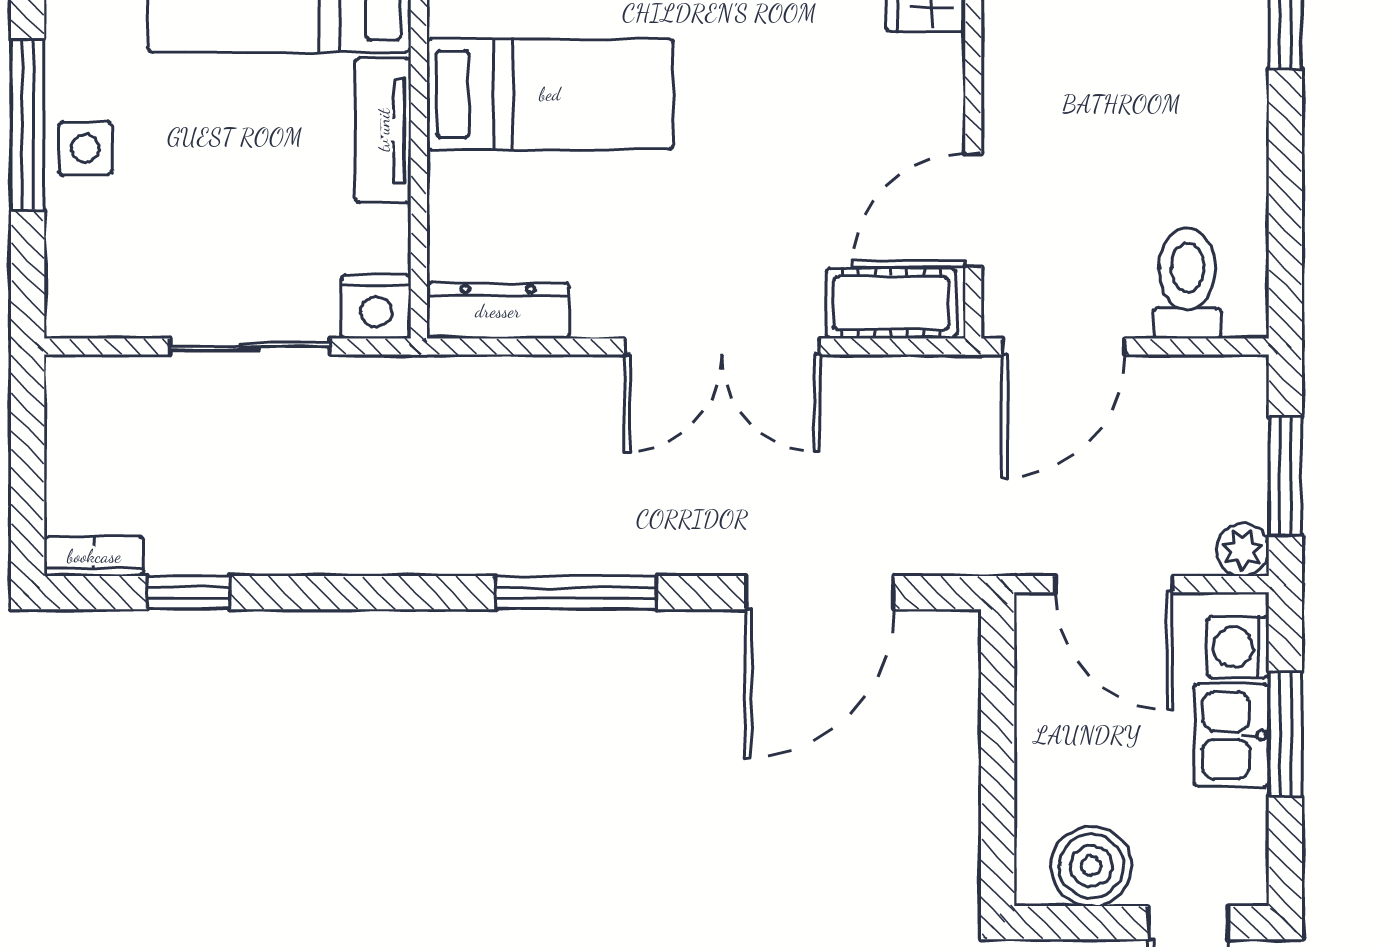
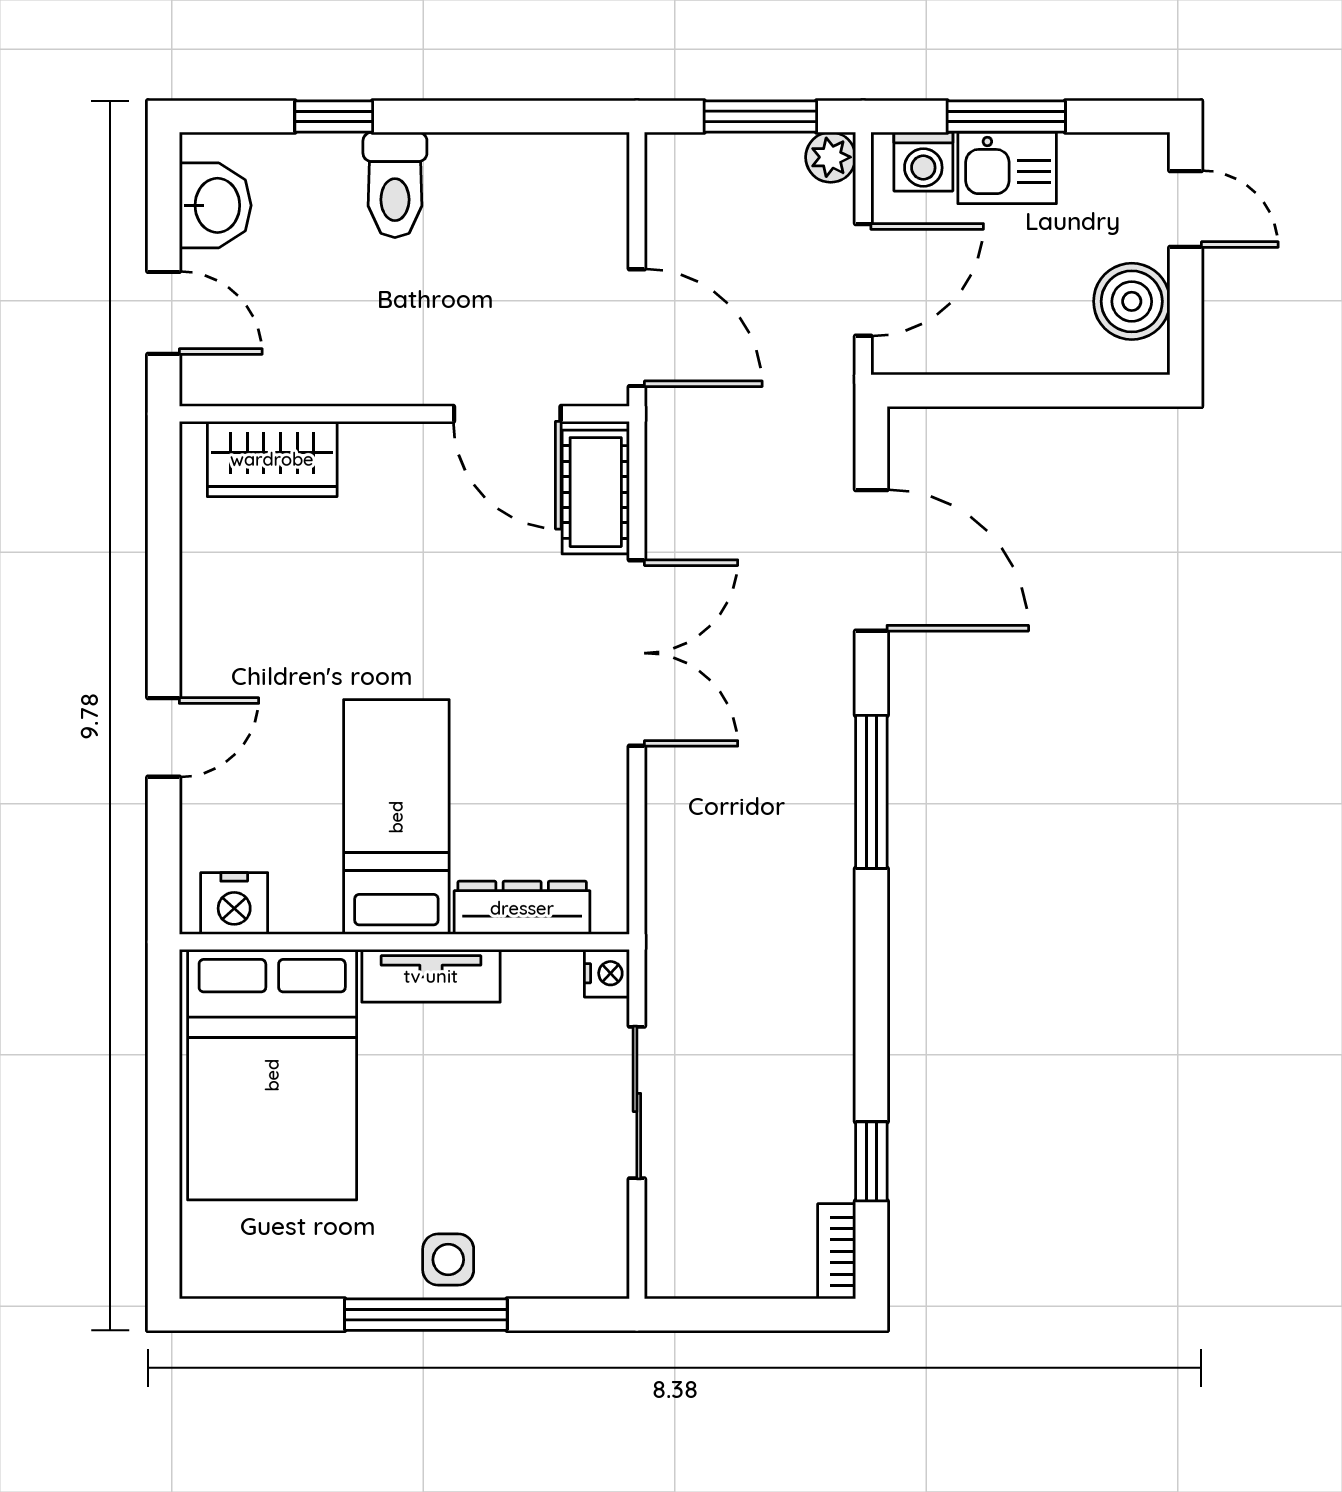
toilet: (1187, 283) -> (395, 185), moved, turned -90
nightstand: (376, 307) -> (607, 973), width x0.72, depth x0.74
dresser: (498, 311) -> (522, 908), moved, turned 90

